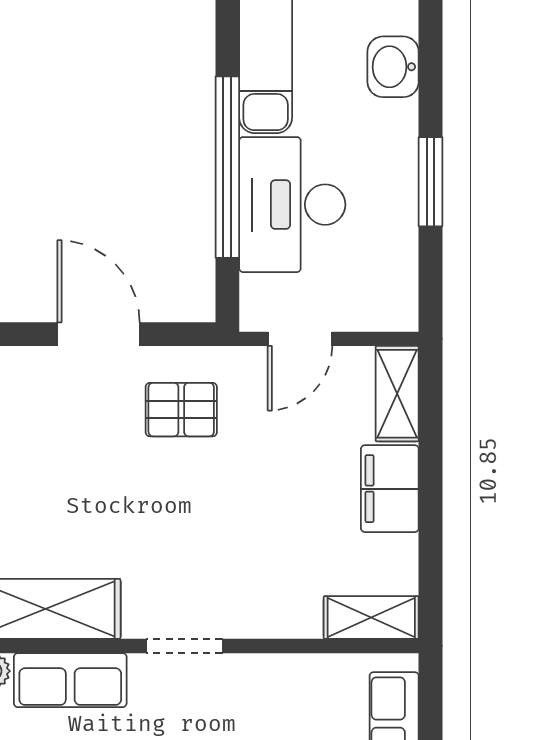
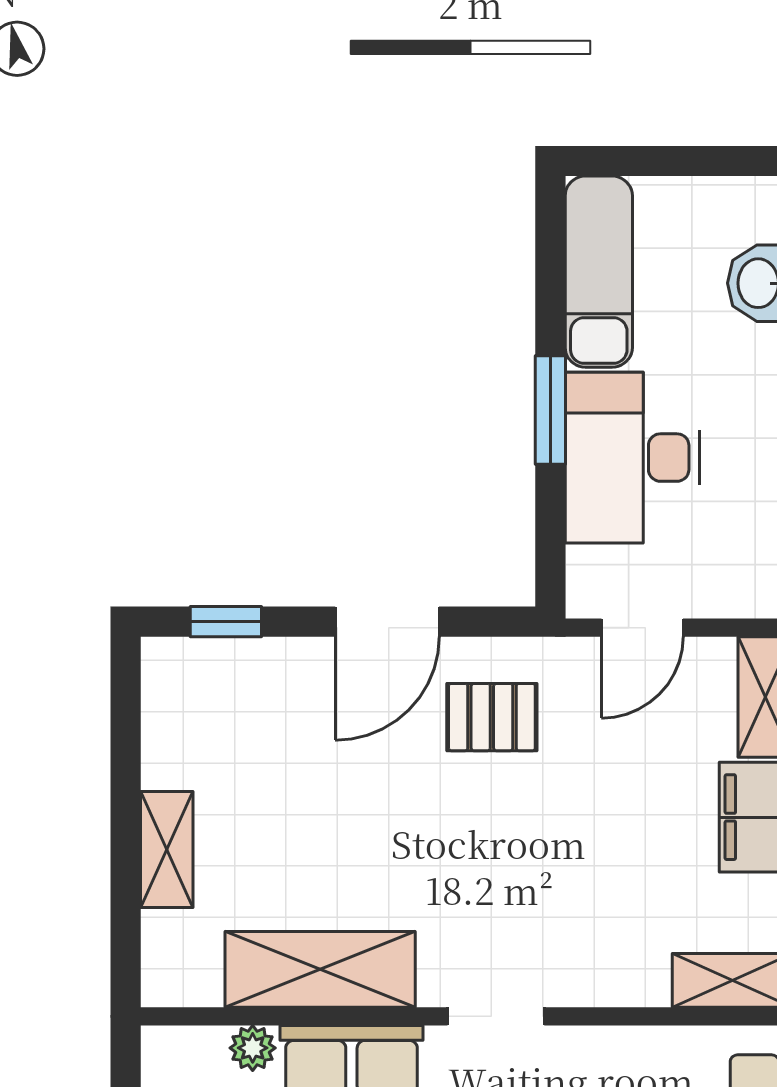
window: (227, 167) -> (550, 410), width x0.47
door: (98, 334) -> (387, 622), swing flipped

